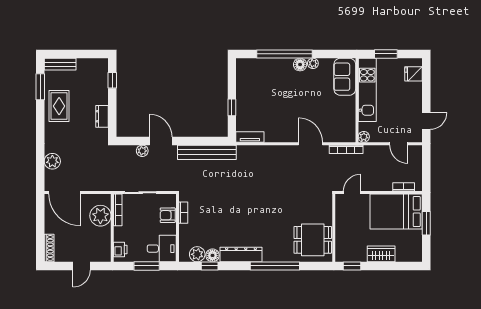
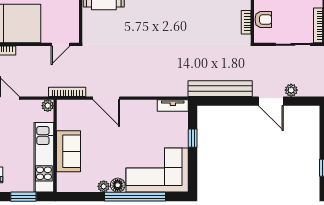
sofa: (345, 77) -> (69, 151), moved
corner sofa: (264, 78) -> (157, 170), added

